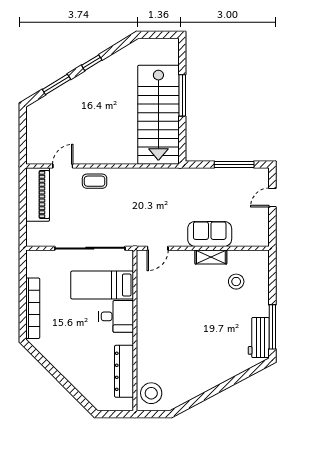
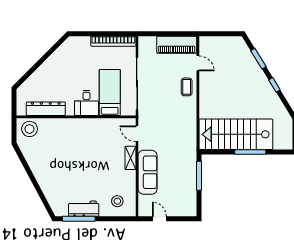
window: (234, 164) -> (199, 176), moved
door: (272, 197) -> (159, 219), moved
sofa: (210, 234) -> (148, 172), width x1.36
shelving: (211, 257) -> (131, 158), moved
stool: (236, 282) -> (117, 201), moved
bookcase: (33, 308) -> (113, 41), moved
workbench: (259, 338) -> (84, 209), moved

